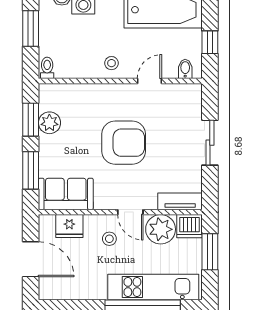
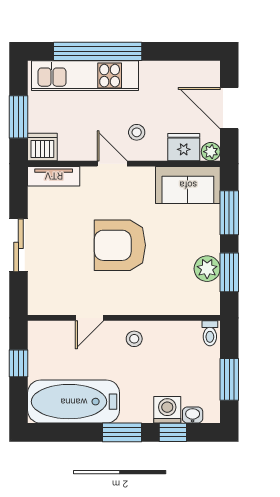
bidet: (185, 69) -> (48, 332), removed
plant: (161, 229) -> (211, 152), moved, width x0.53, depth x0.53

